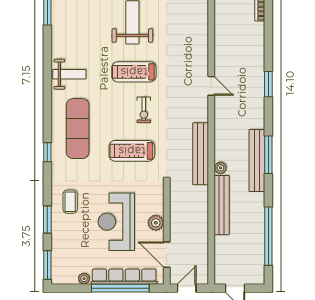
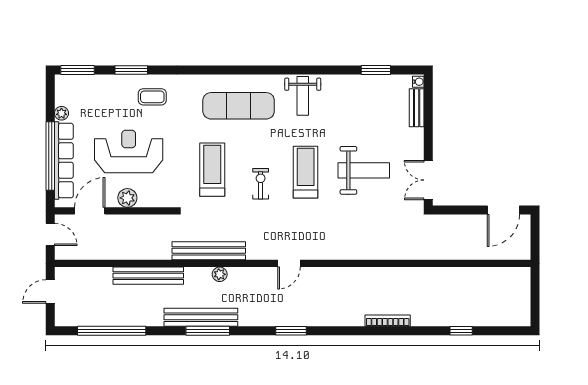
exercise bike: (144, 110) -> (261, 184), turned 90
window: (47, 152) -> (211, 70), removed
plant: (220, 168) -> (220, 274), moved

